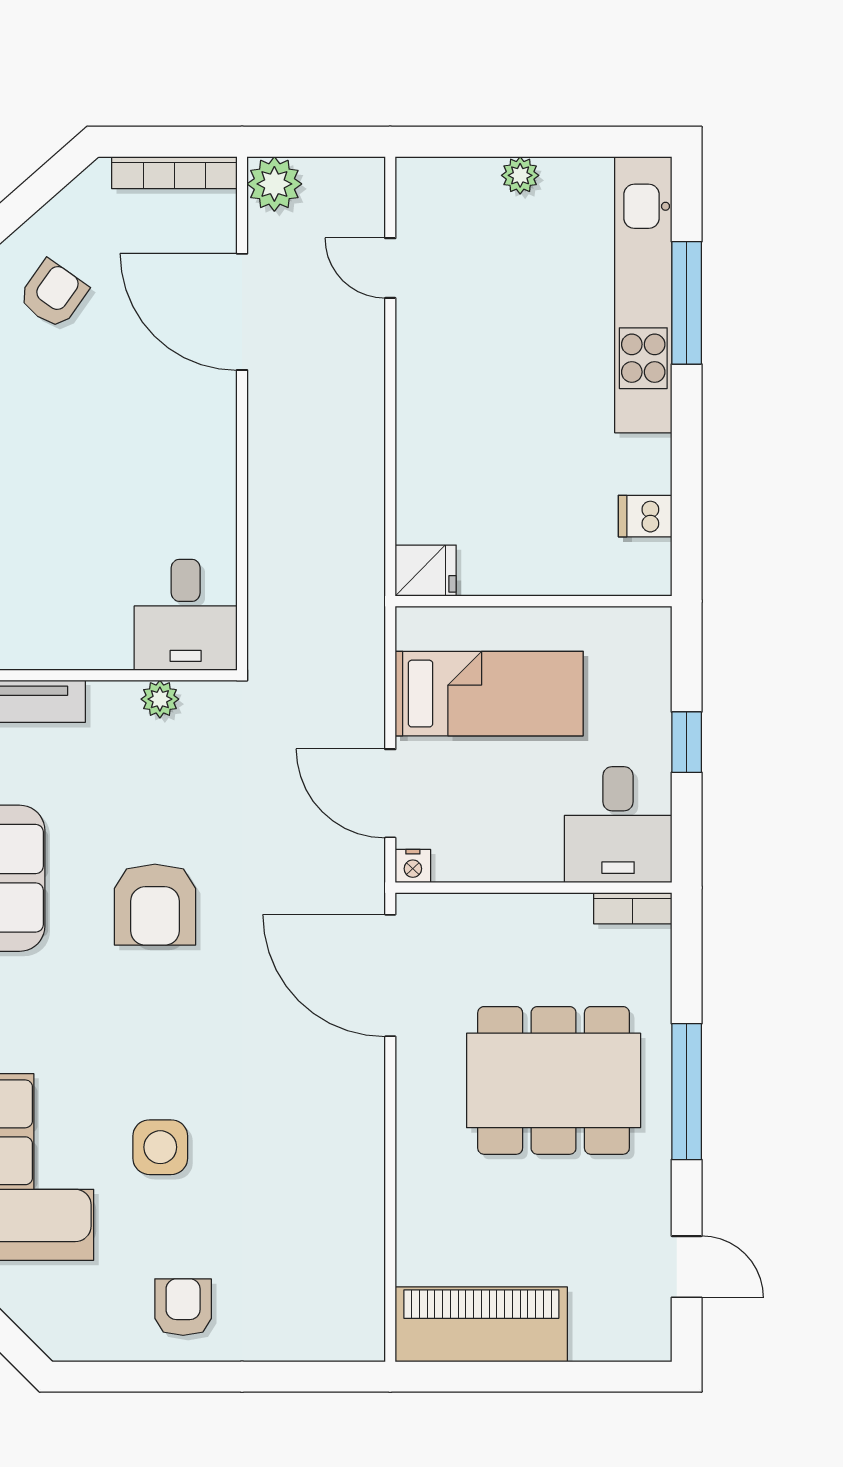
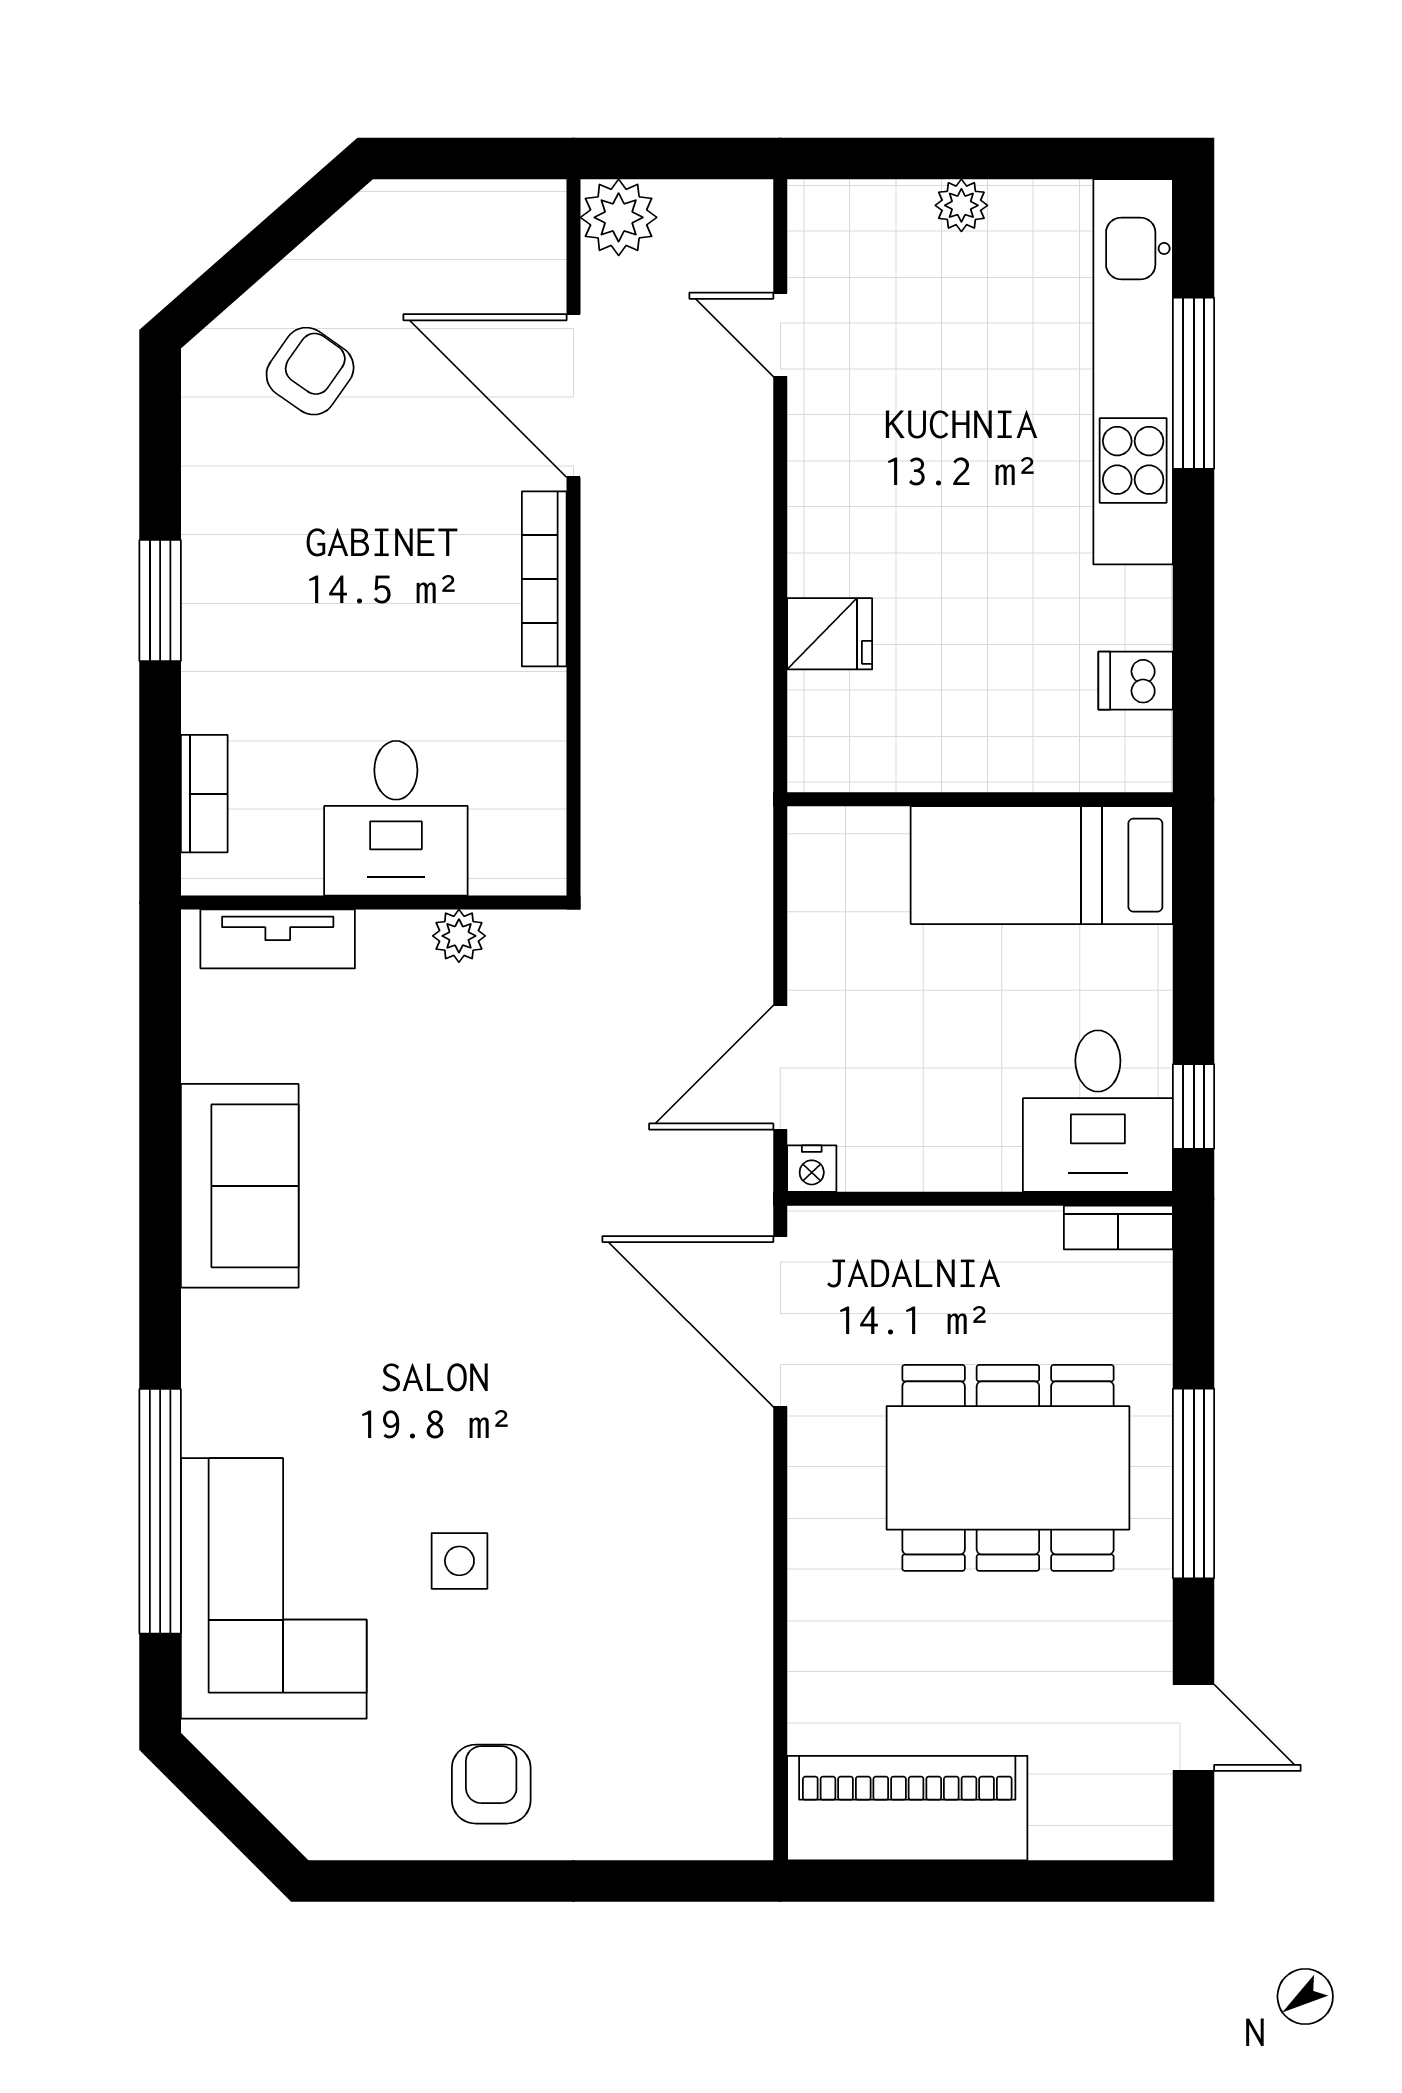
bookcase: (174, 173) -> (544, 579), moved, turned 90
fridge: (426, 571) -> (830, 634), moved
desk: (186, 615) -> (396, 818), moved
bed: (489, 694) -> (1042, 865), moved, turned 180
window: (687, 742) -> (1194, 1106), moved
door: (390, 793) -> (780, 1068), hinge flipped
armchair: (155, 905) -> (452, 1223), removed
side table: (160, 1147) -> (459, 1561), width x0.73, depth x0.73

